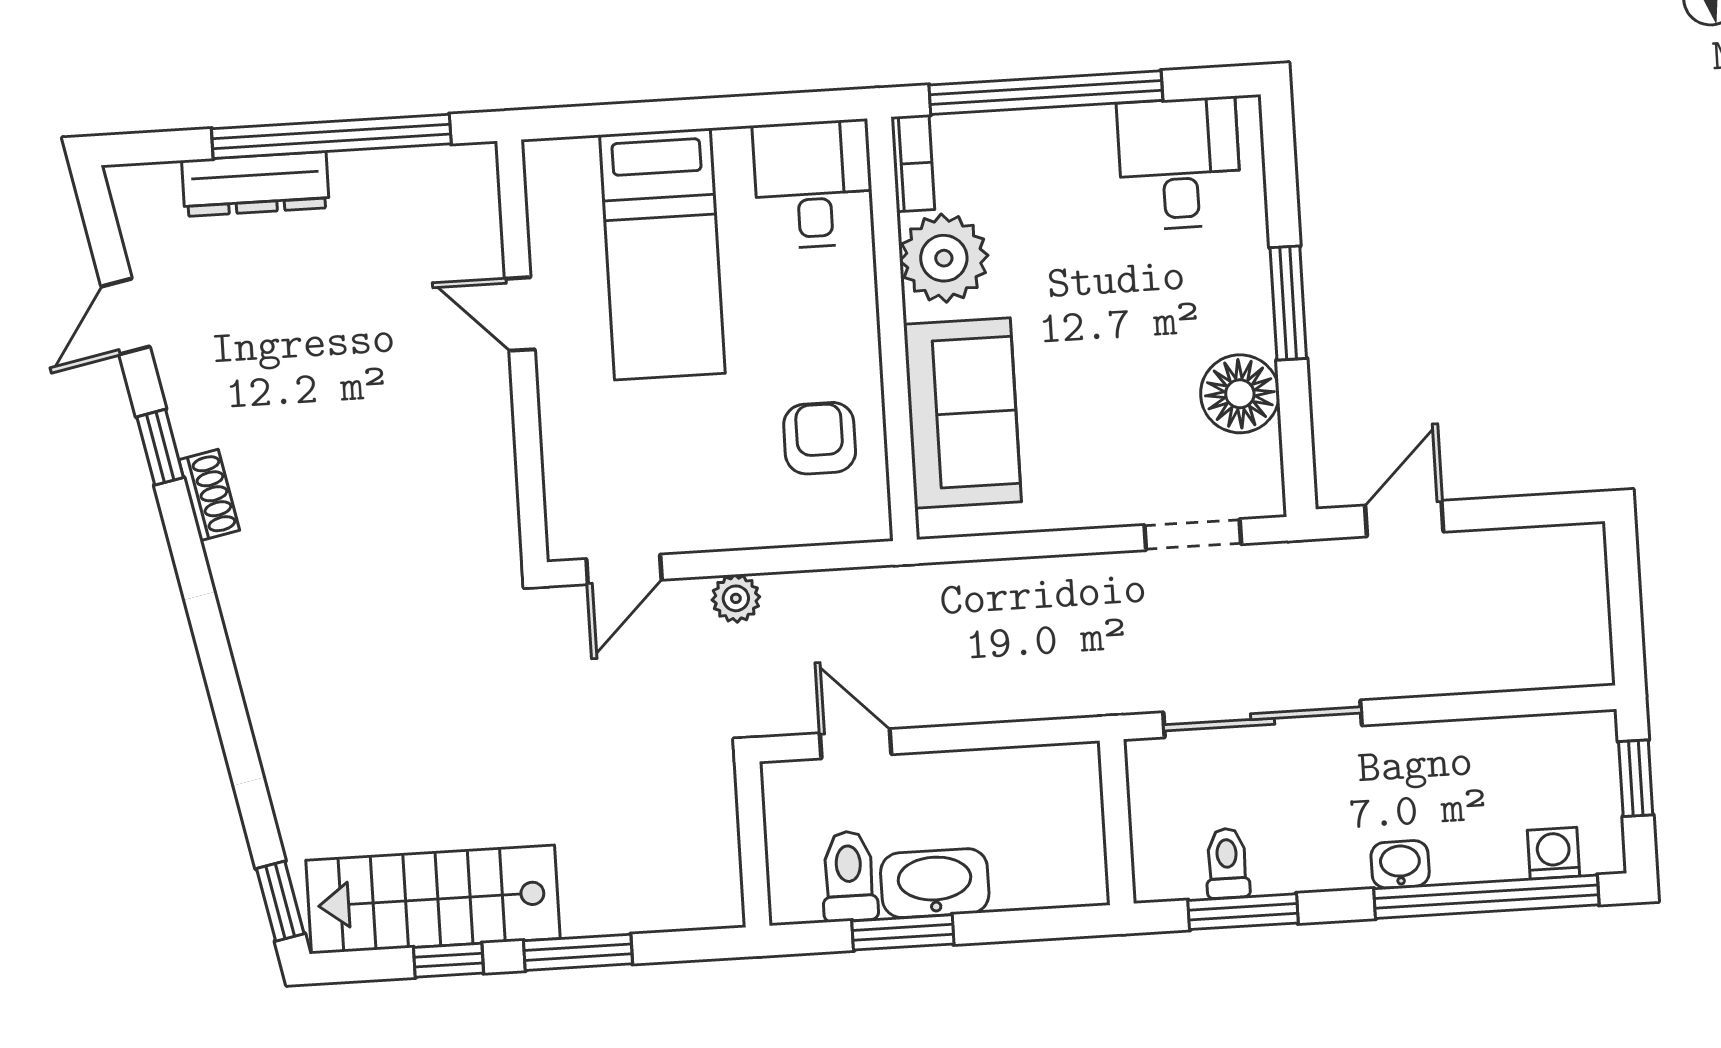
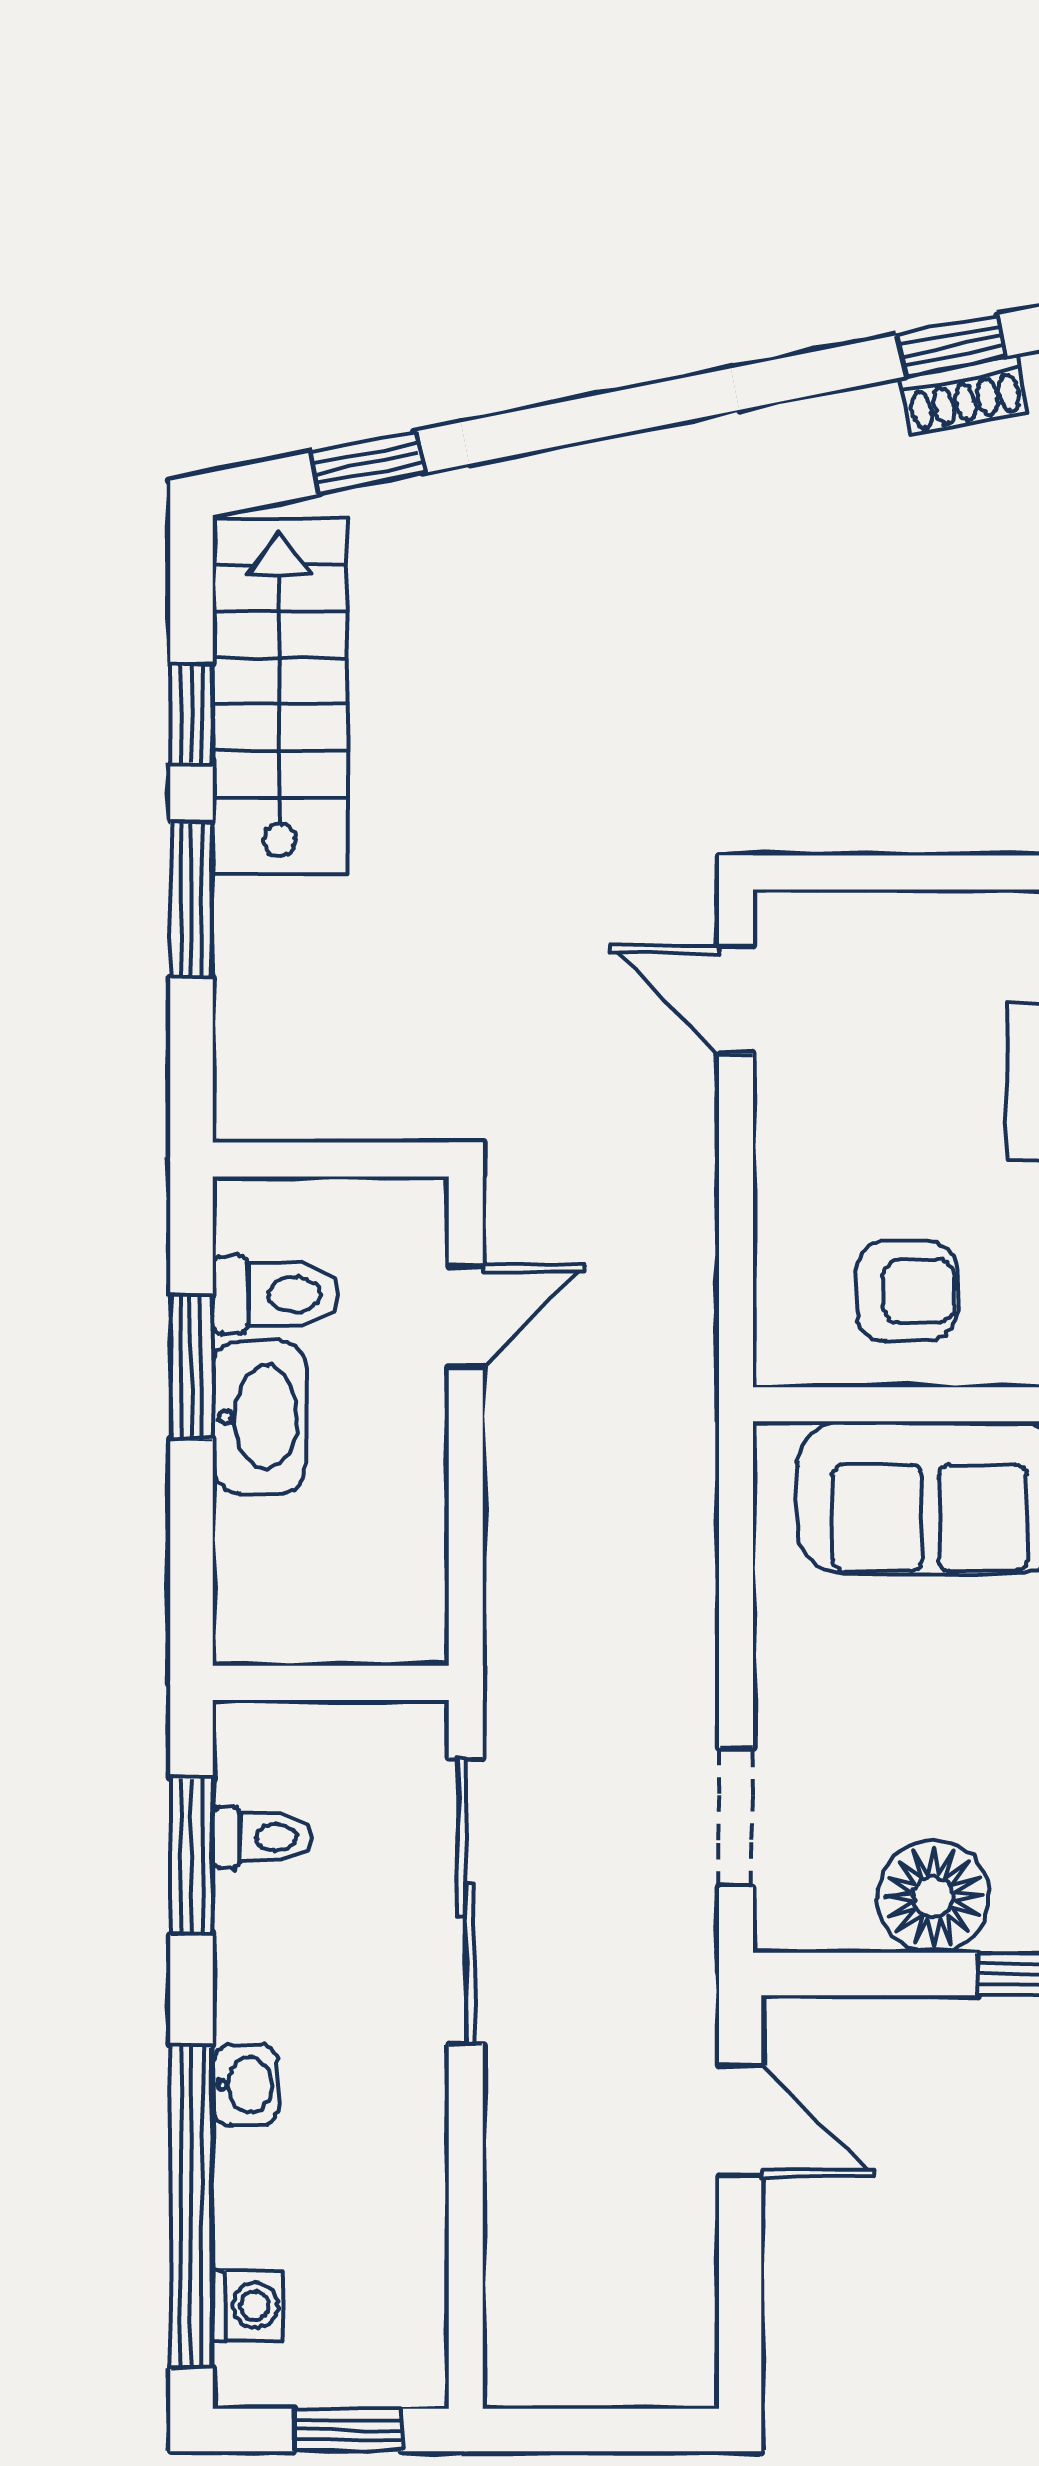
shoe rack: (209, 495) -> (964, 395), moved
plant: (736, 598) -> (685, 1157), removed
window: (280, 901) -> (367, 463), moved

